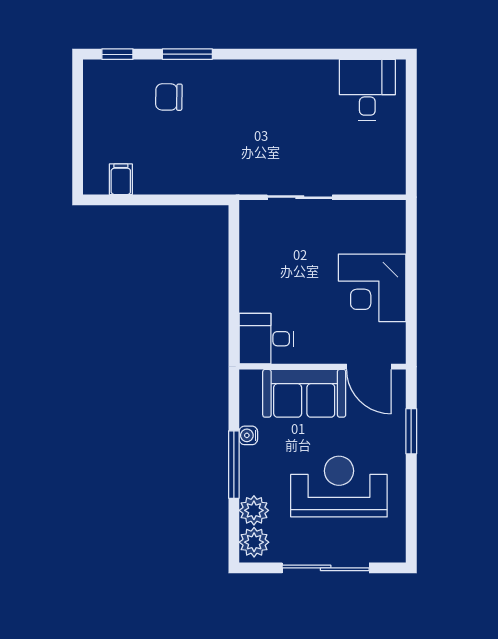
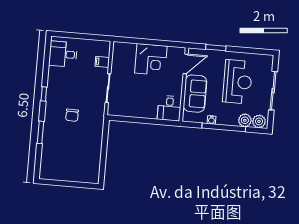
window: (117, 54) -> (44, 94), moved
chair: (169, 97) -> (72, 115), moved
filing cabinet: (121, 179) -> (102, 62), moved
window: (234, 465) -> (224, 127), width x1.46
reception desk: (339, 487) -> (238, 82), turned 180

